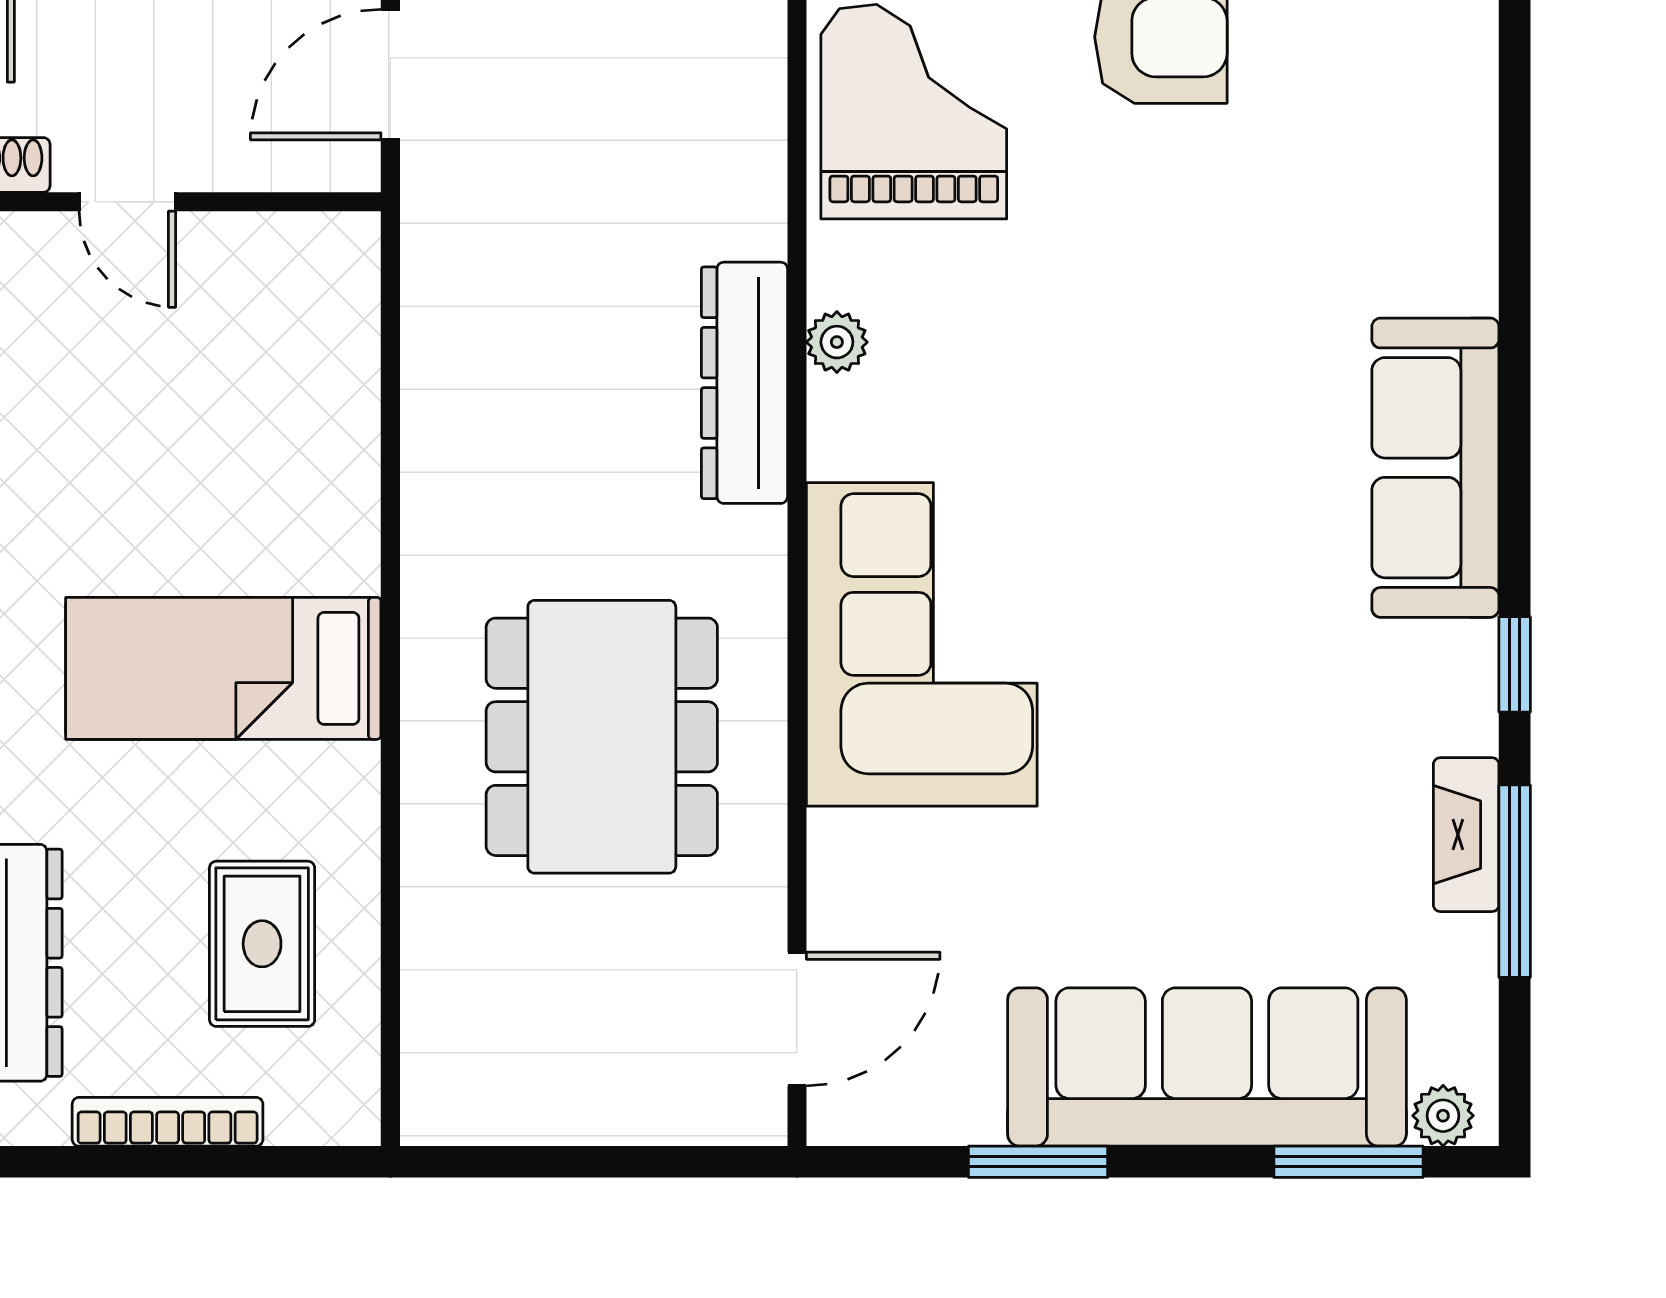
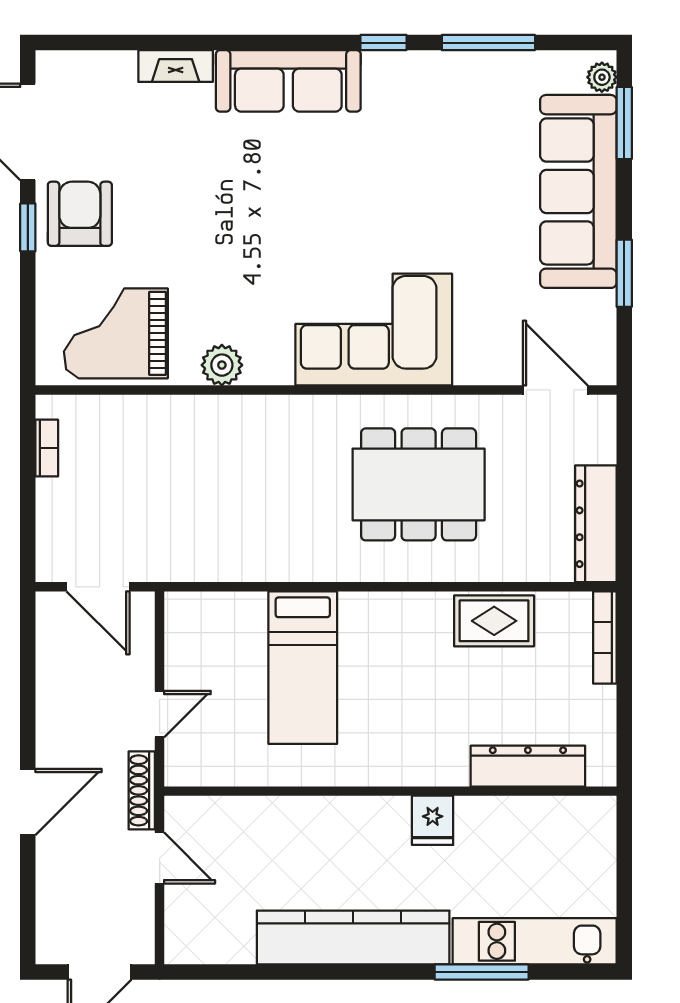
plant: (837, 342) -> (222, 365), width x1.38, depth x1.38
dresser: (744, 383) -> (596, 524), moved, turned 90
bed: (223, 668) -> (303, 668), moved
fireplace: (1466, 835) -> (176, 66), moved
rug: (262, 944) -> (494, 621), moved
bookcase: (168, 1122) -> (605, 637), moved

